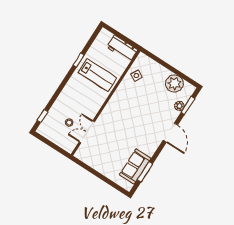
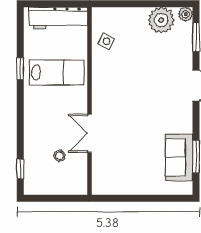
workbench: (122, 48) -> (58, 18), width x1.38
plant: (179, 106) -> (186, 14), moved
double door: (87, 132) -> (89, 133), moved

